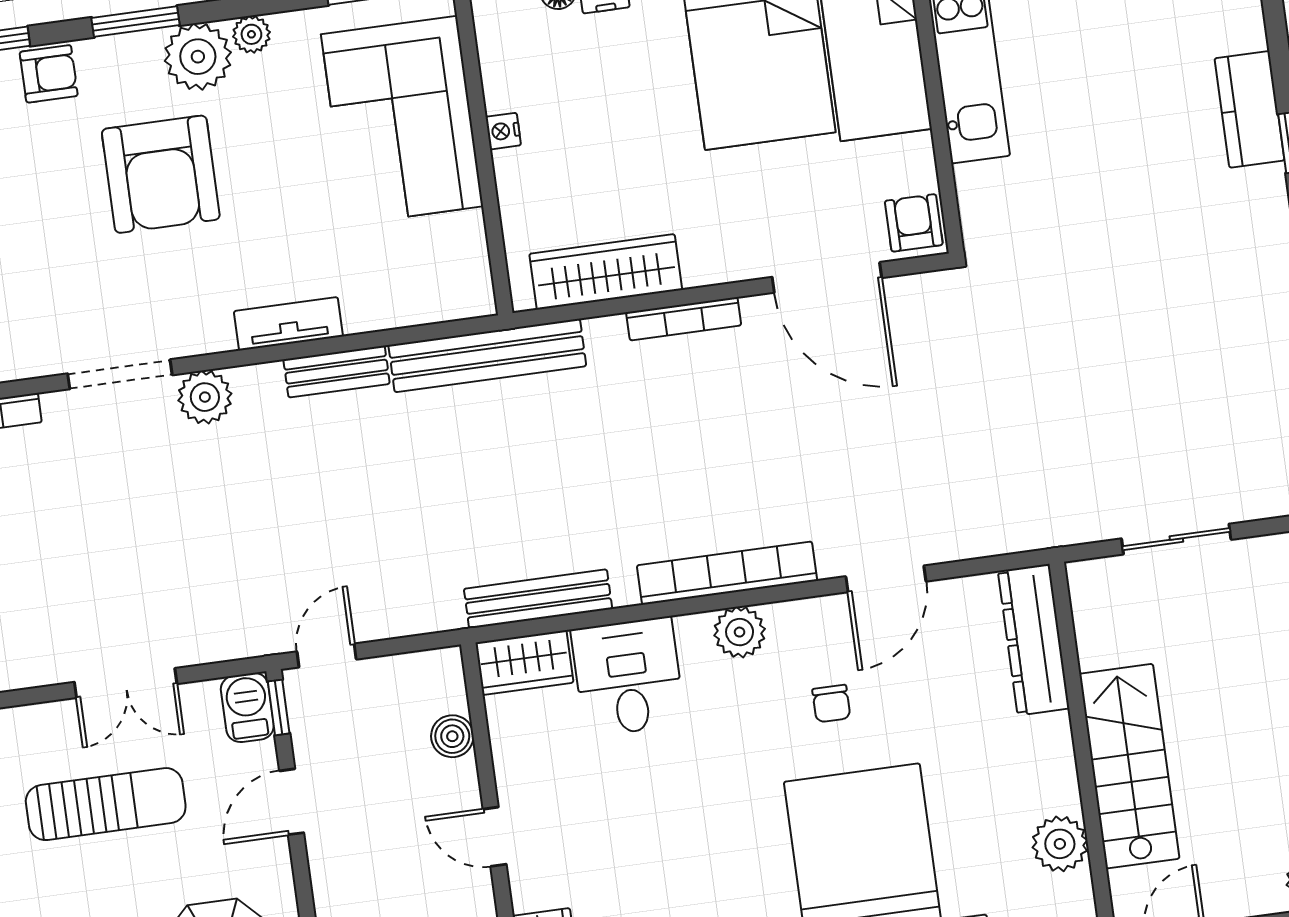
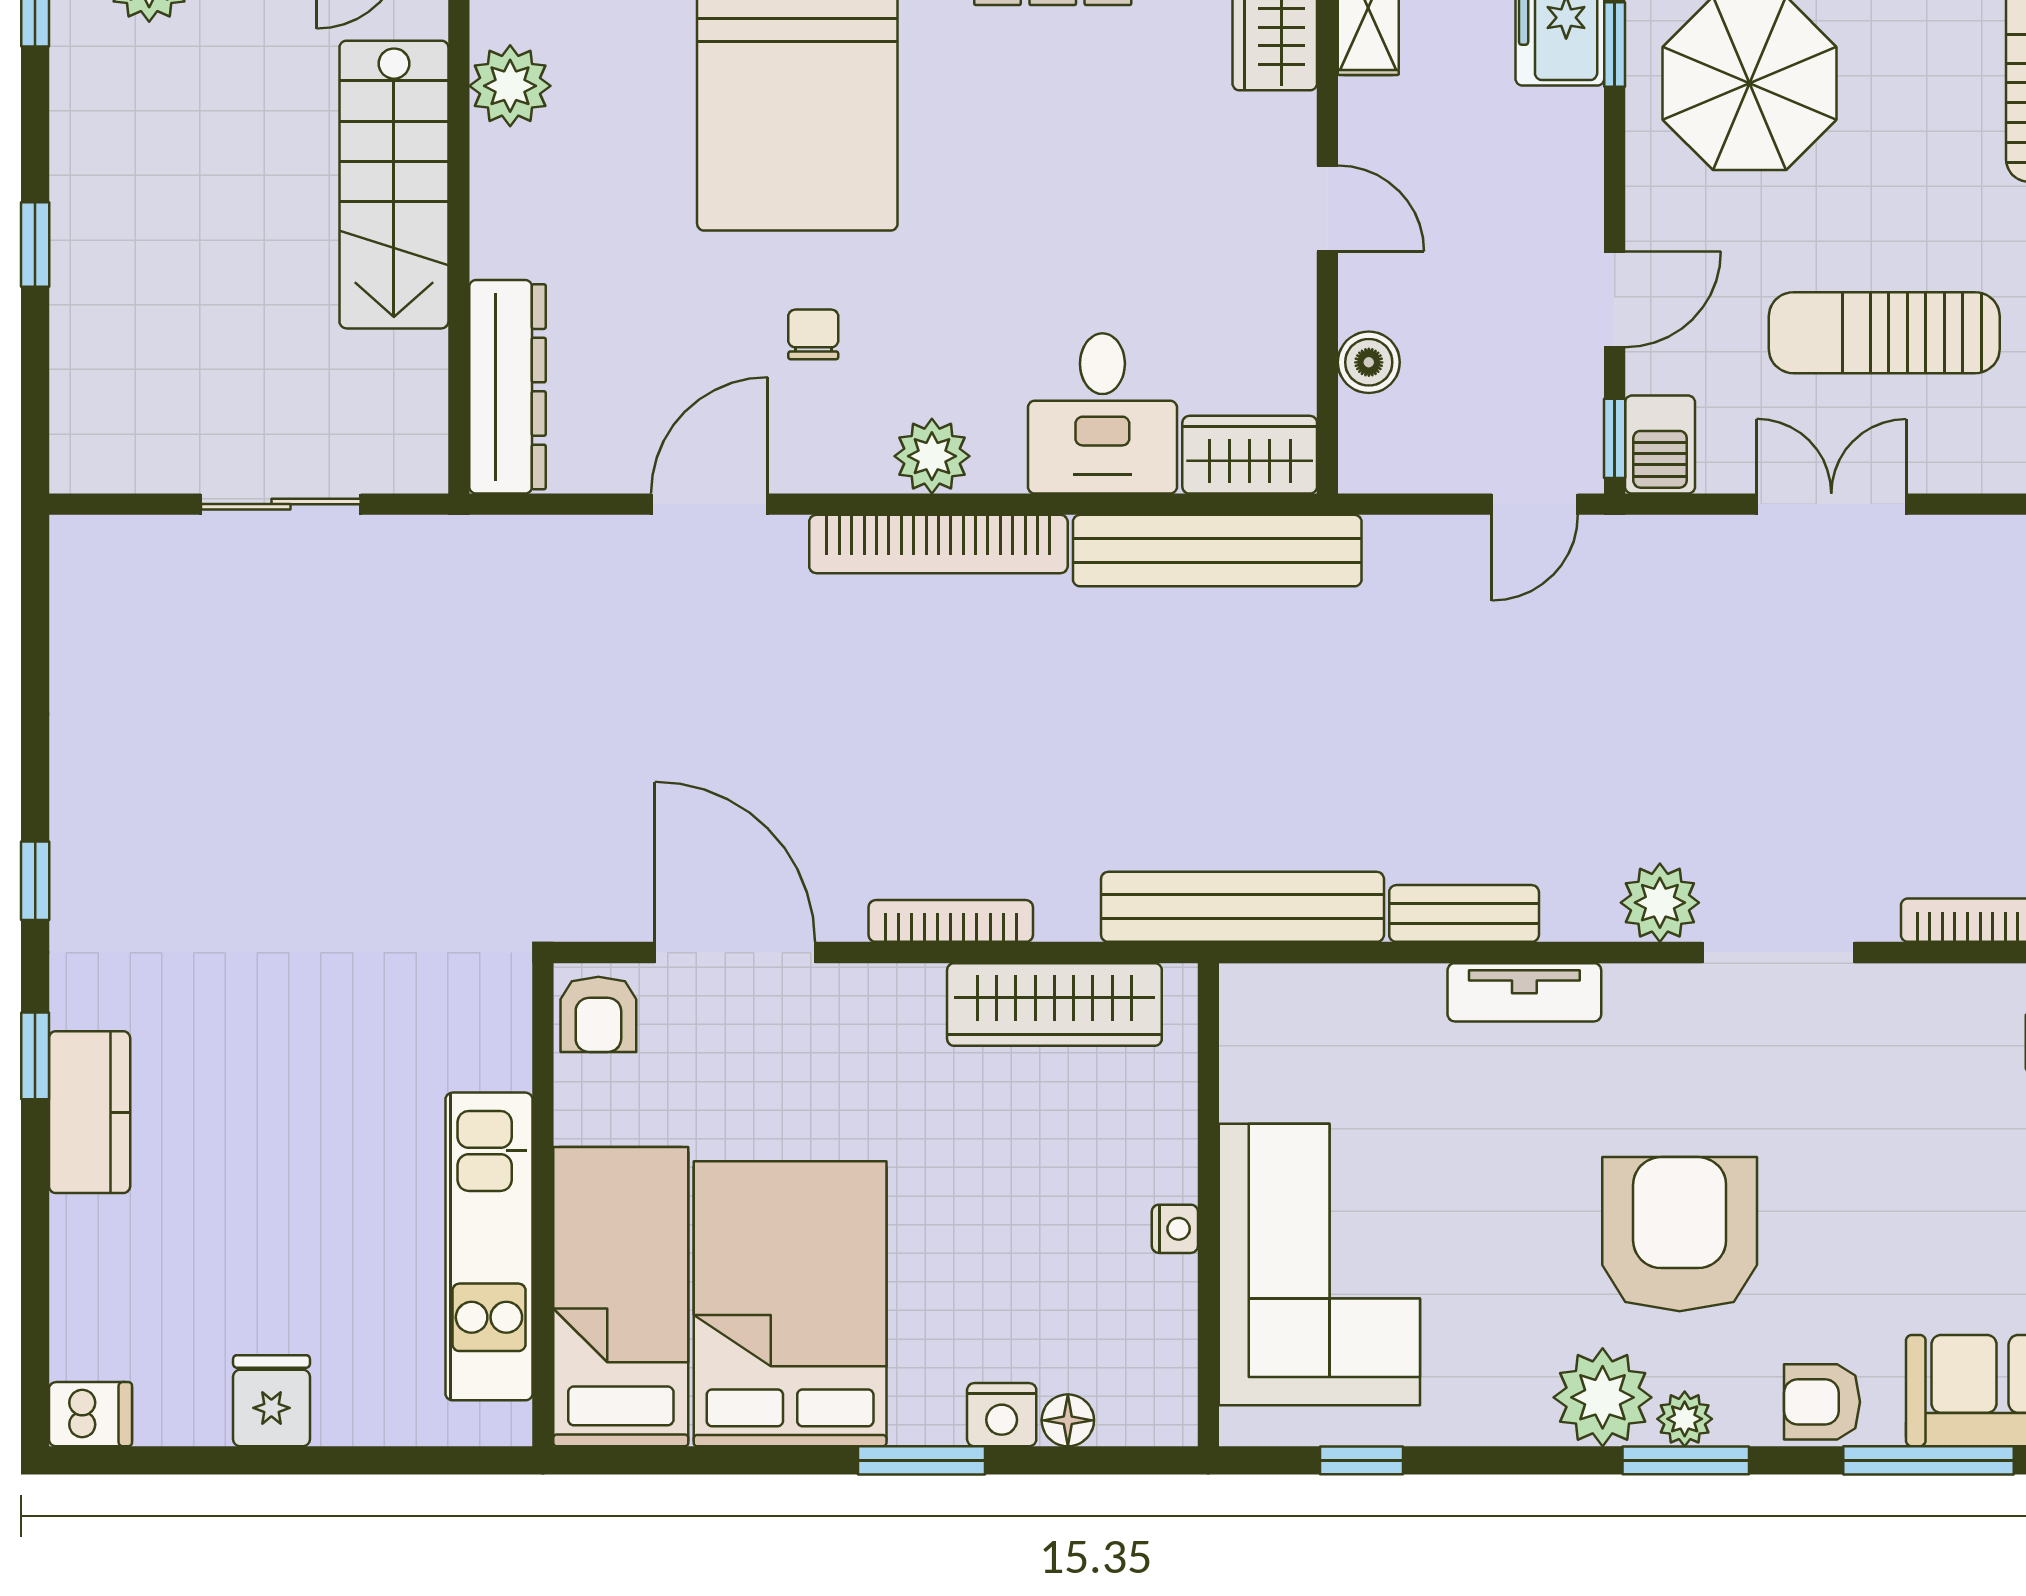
plant: (251, 34) -> (1685, 1419), moved
bench: (538, 599) -> (1217, 551), width x1.37, depth x1.21

